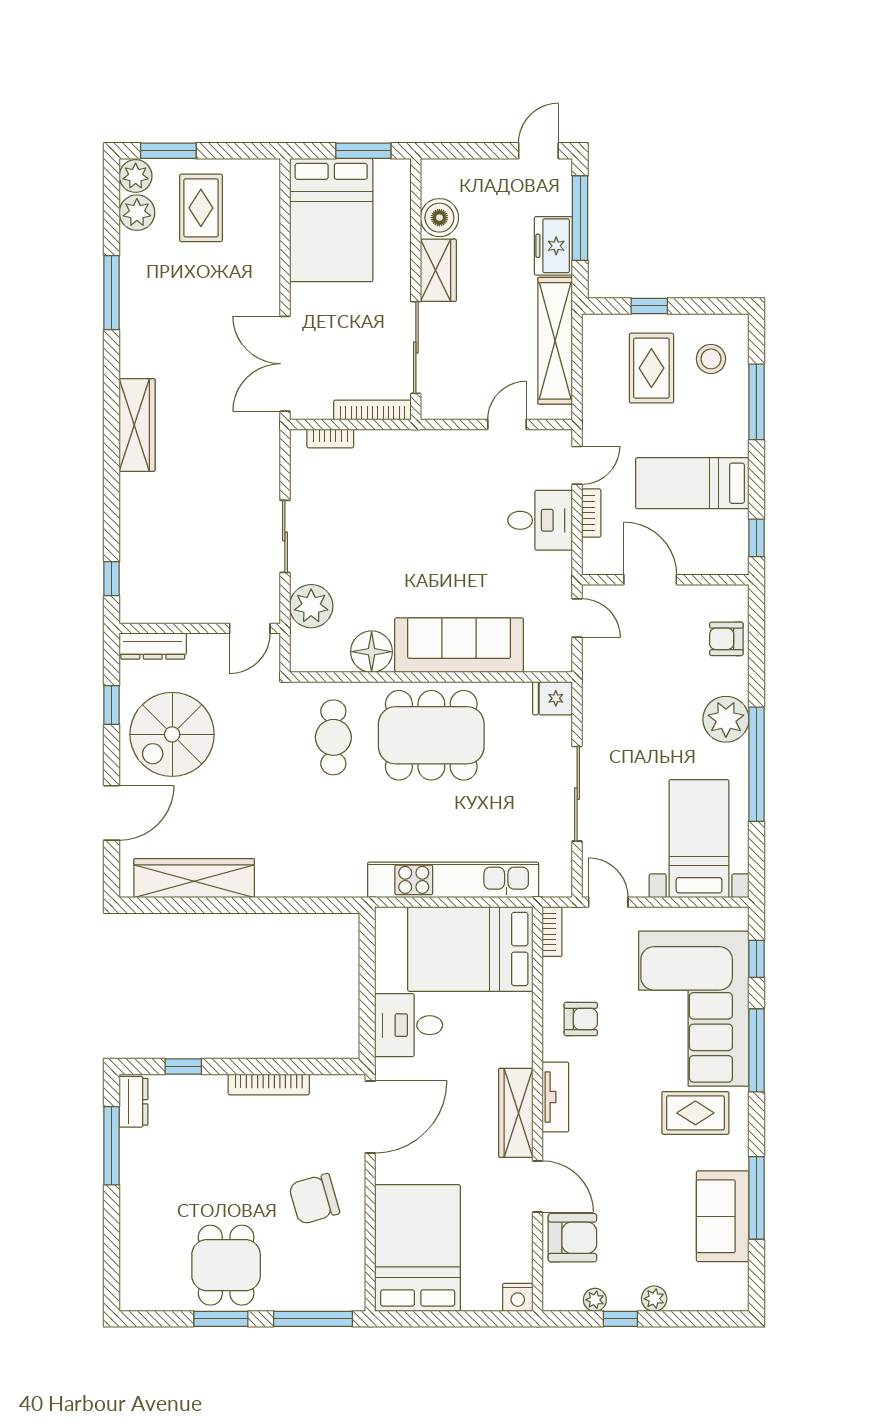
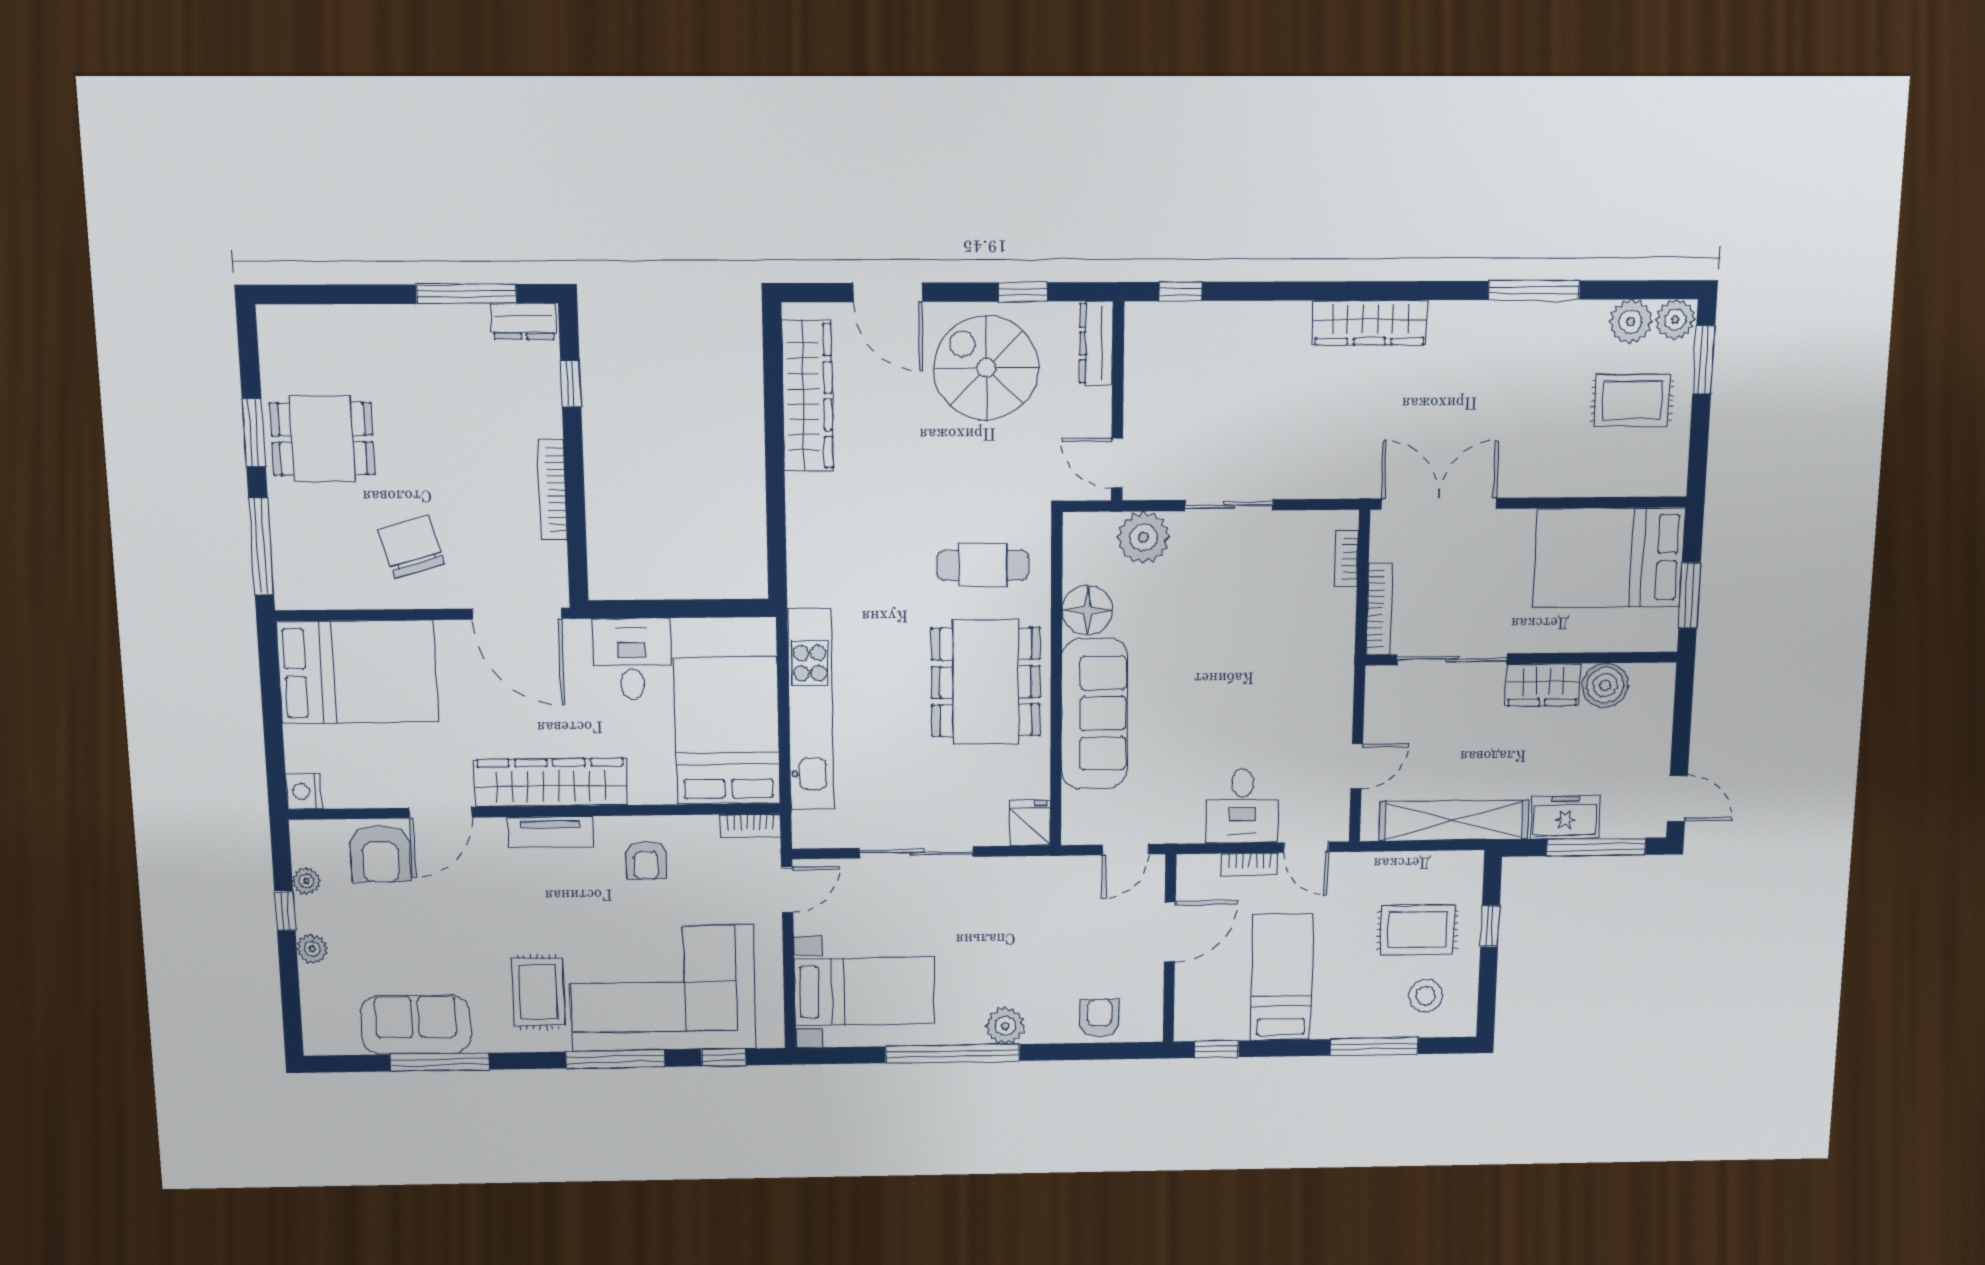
door: (507, 425) -> (1357, 766), hinge flipped
plant: (726, 719) -> (1005, 1026), width x0.73, depth x0.73
wardrobe: (516, 1113) -> (551, 783), width x1.40, depth x1.17

